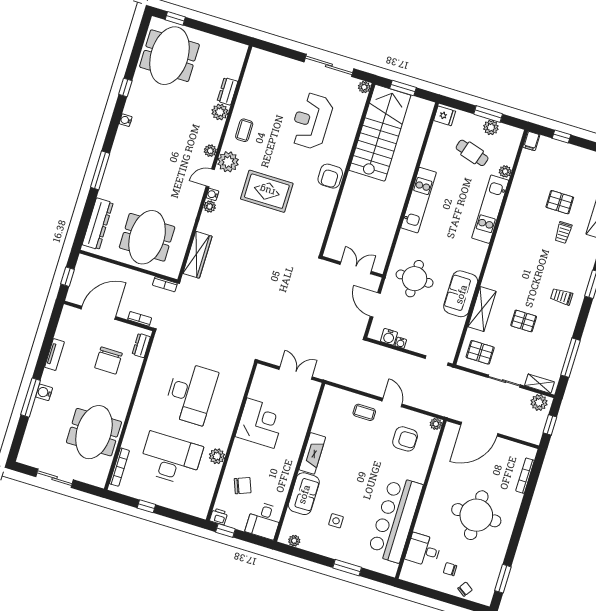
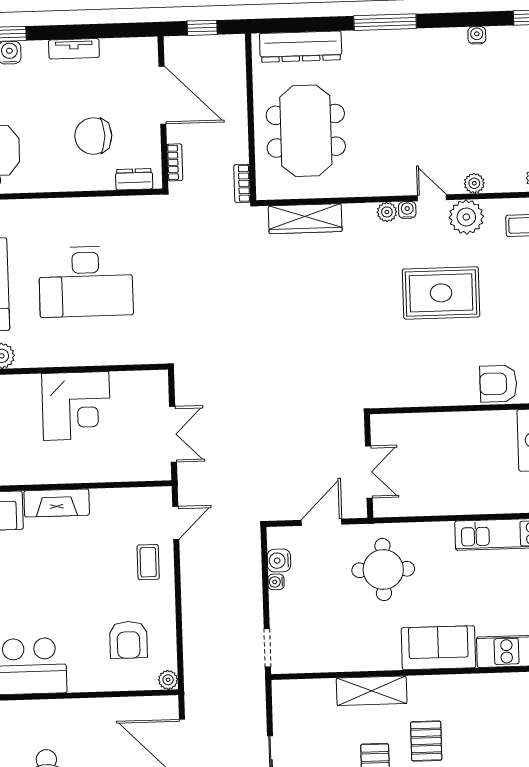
rug: (267, 191) -> (441, 293), turned 90
meeting table: (147, 237) -> (306, 131), turned 90
sofa: (461, 294) -> (438, 648), moved
pallet: (480, 352) -> (426, 741), moved
door: (392, 403) -> (176, 523), moved

